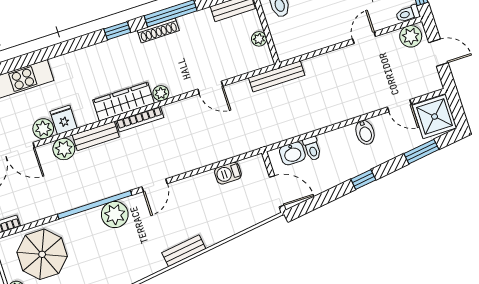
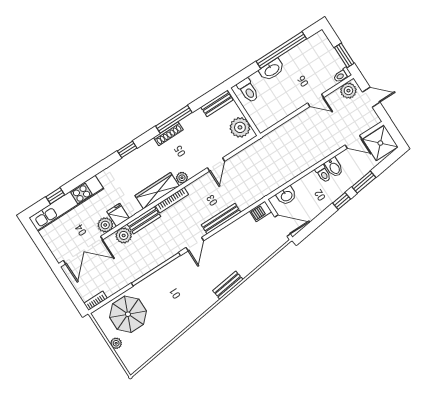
window: (117, 31) -> (127, 149), moved
door: (364, 38) -> (316, 100), swing flipped
plant: (259, 39) -> (240, 127), width x1.88, depth x1.88
bench: (277, 76) -> (221, 219), moved
door: (210, 88) -> (216, 164), hinge flipped
toilet: (312, 149) -> (323, 174), moved
window: (421, 152) -> (364, 182), moved
barbecue: (228, 173) -> (261, 211), moved
plant: (115, 214) -> (172, 272), removed

